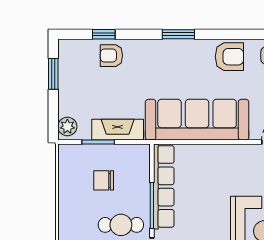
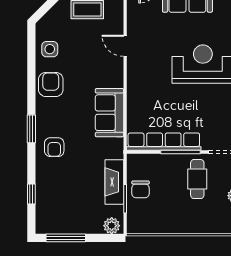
armchair: (111, 56) -> (54, 147), moved
window: (53, 74) -> (66, 238), width x1.44
sofa: (197, 120) -> (109, 113), width x0.54, depth x0.79
chair: (104, 180) -> (141, 189), moved

